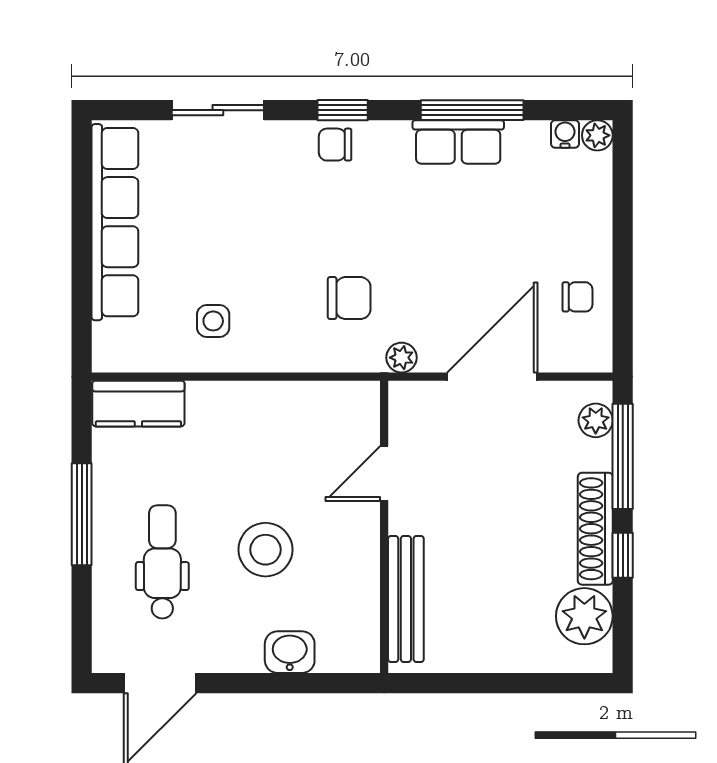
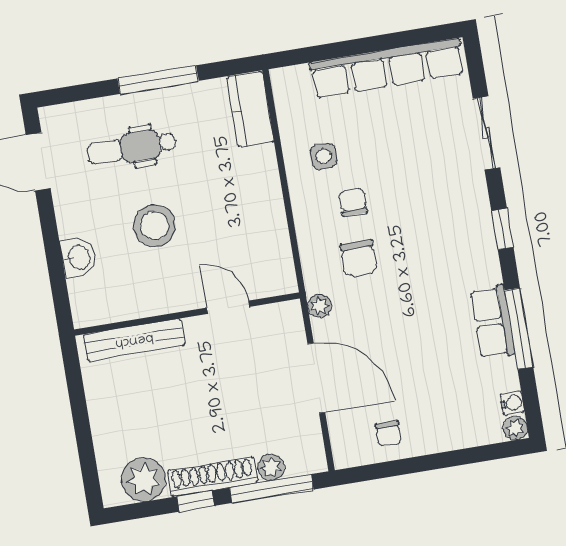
chair: (335, 145) -> (353, 202), moved
plant: (596, 420) -> (271, 467), moved
dental chair: (162, 562) -> (132, 148), turned 180

